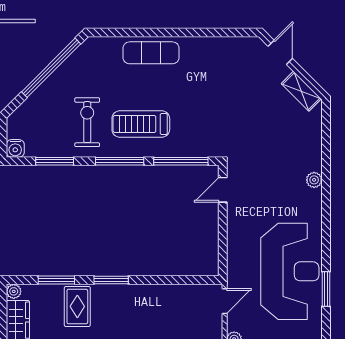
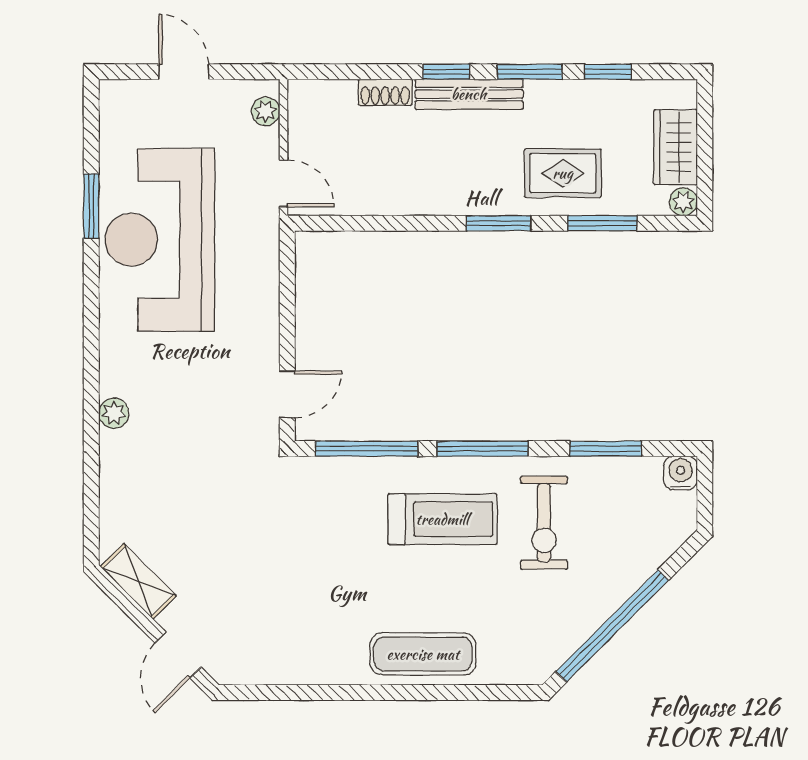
door: (225, 301) -> (283, 183), swing flipped
rug: (77, 306) -> (563, 173), turned 90

